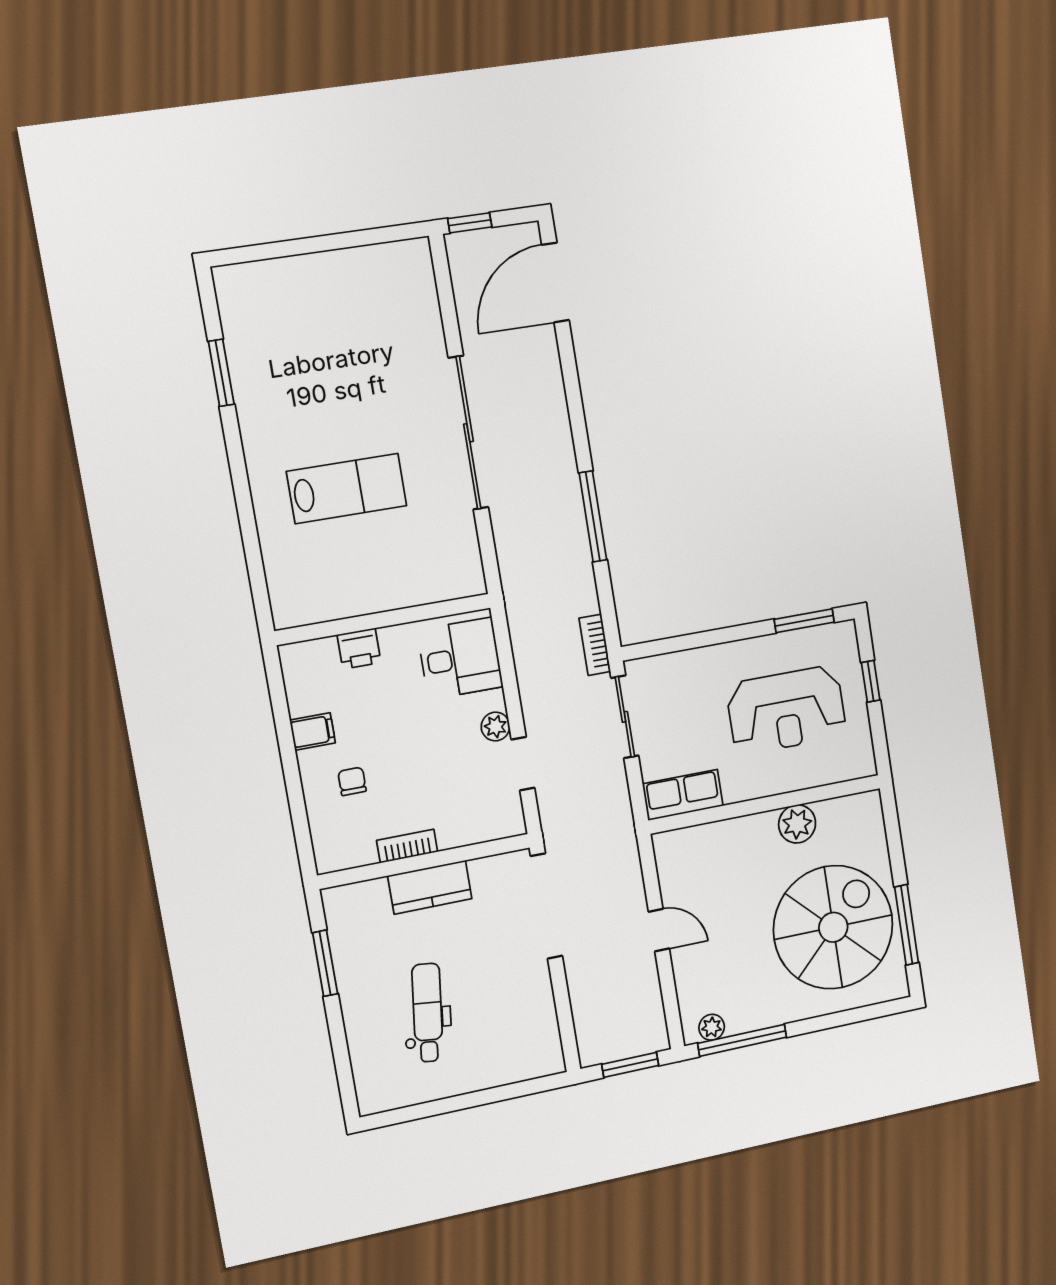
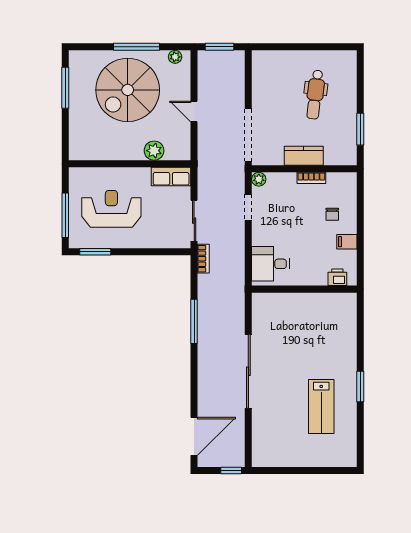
window: (221, 373) -> (360, 387), moved
lab bench: (347, 489) -> (321, 406), moved, turned -90
printer: (359, 649) -> (337, 277), moved
window: (871, 681) -> (65, 215), width x2.17
plant: (495, 727) -> (259, 179), moved
plant: (797, 824) -> (154, 151), moved
spiral stairs: (833, 927) -> (128, 90), moved
window: (742, 1040) -> (137, 47), moved

